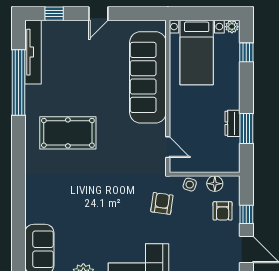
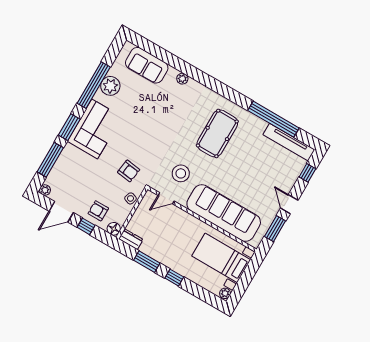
window: (133, 14) -> (275, 229), added
window: (246, 52) -> (174, 278), moved
dresser: (232, 123) -> (131, 239), moved
stool: (132, 147) -> (181, 173), added
floor lamp: (215, 184) -> (114, 229), moved
plant: (32, 203) -> (182, 79), added

